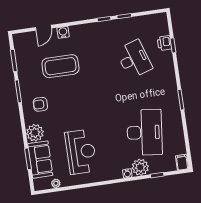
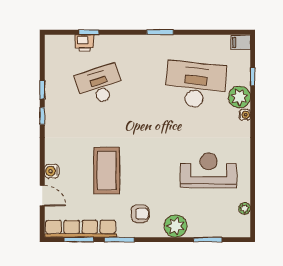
row of seats: (22, 61) -> (81, 229), added
coffee table: (60, 66) -> (107, 171), moved
armchair: (40, 104) -> (140, 214), turned -91
sofa: (40, 160) -> (211, 224), removed

